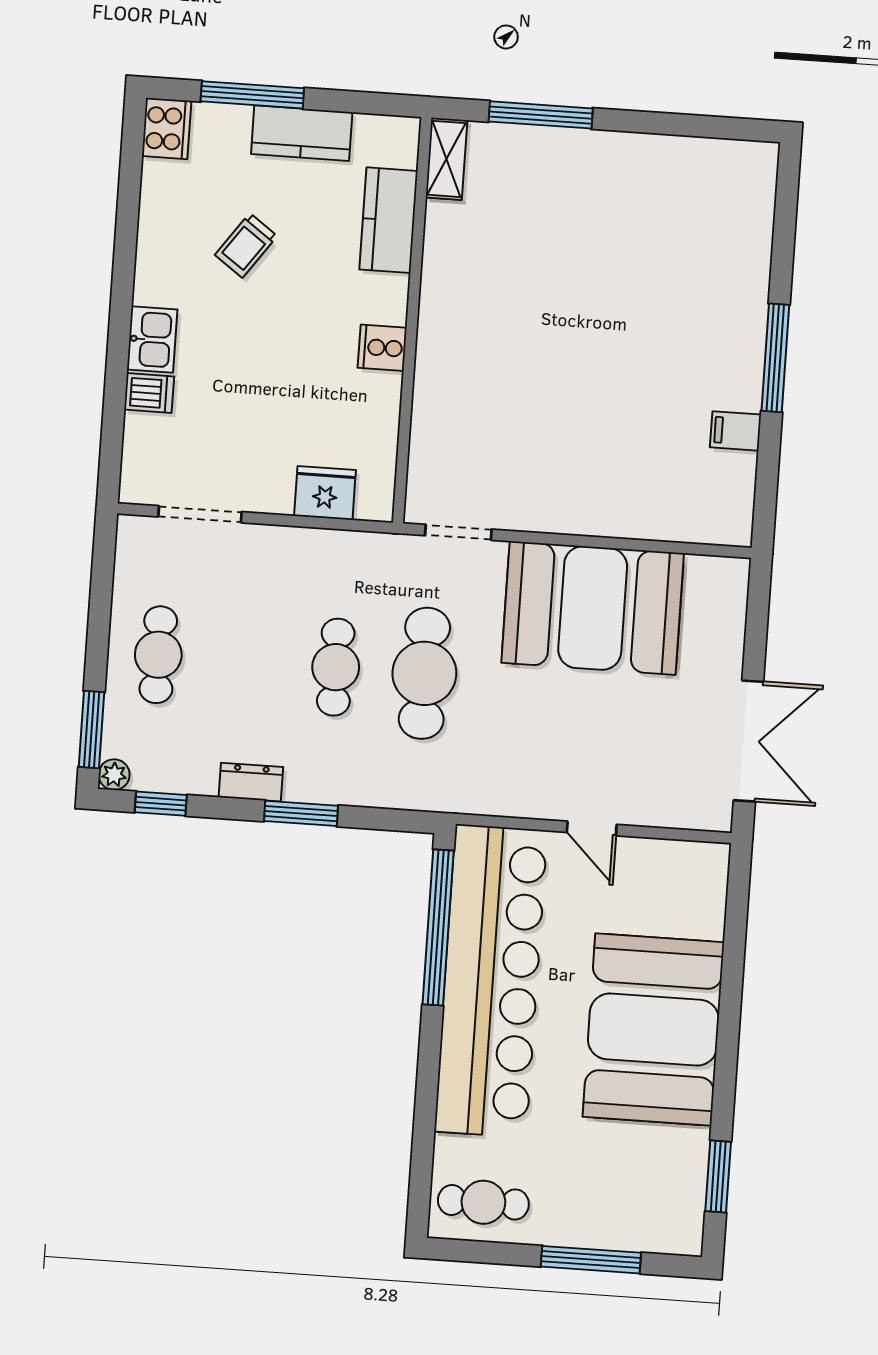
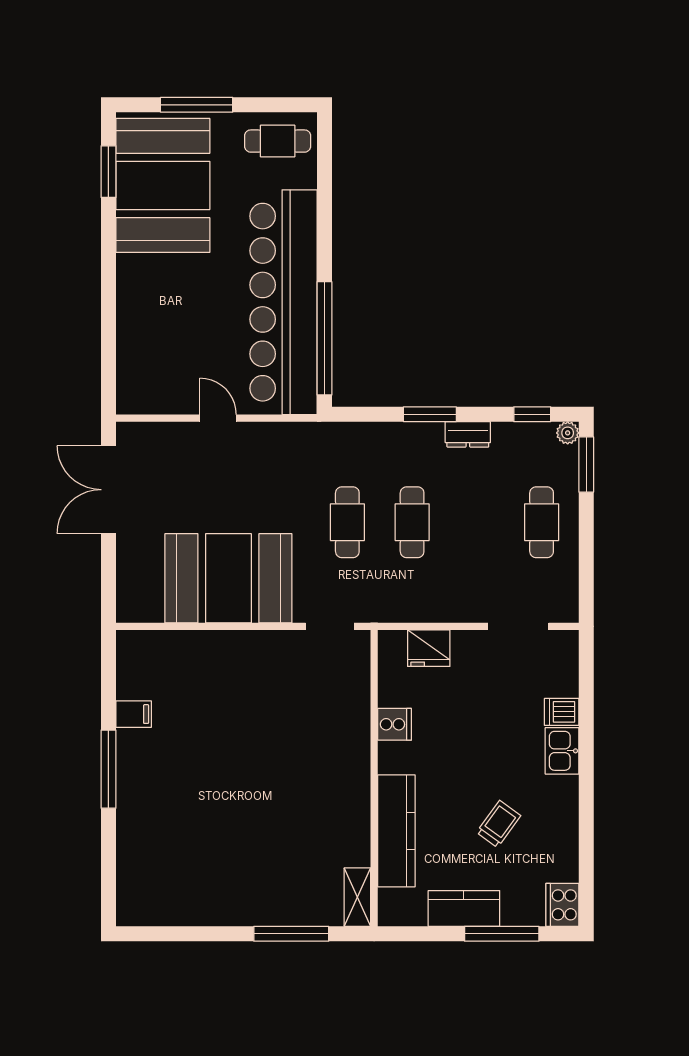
kitchen counter: (389, 220) -> (396, 831), width x1.50
cooker: (382, 348) -> (394, 724), moved
cafe table: (424, 673) -> (347, 522), width x0.73, depth x0.74
booth: (653, 1030) -> (163, 185), moved

